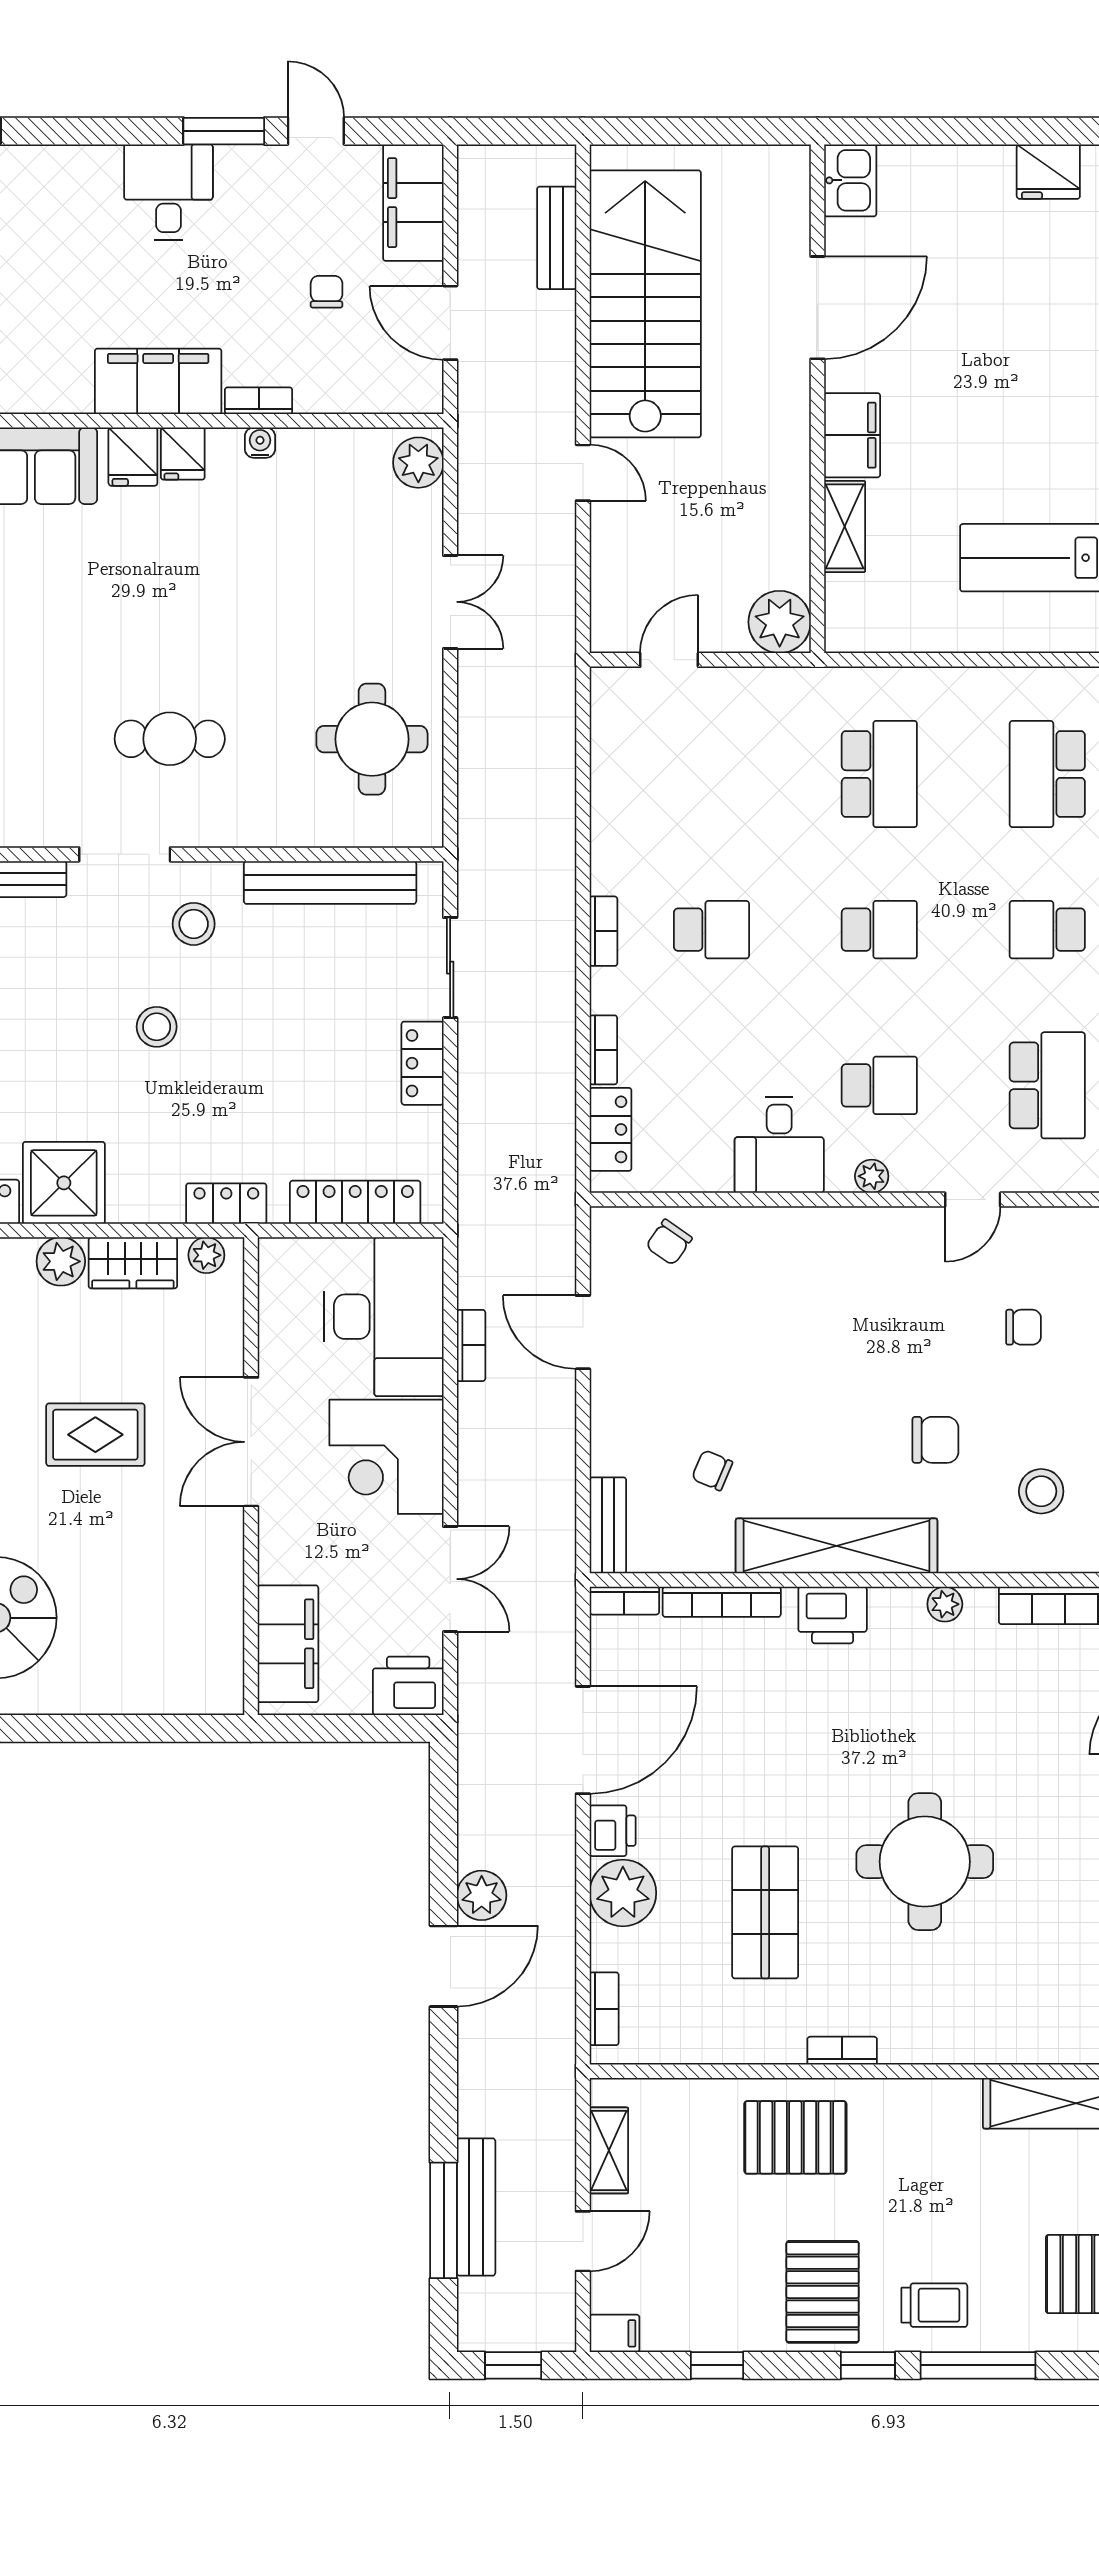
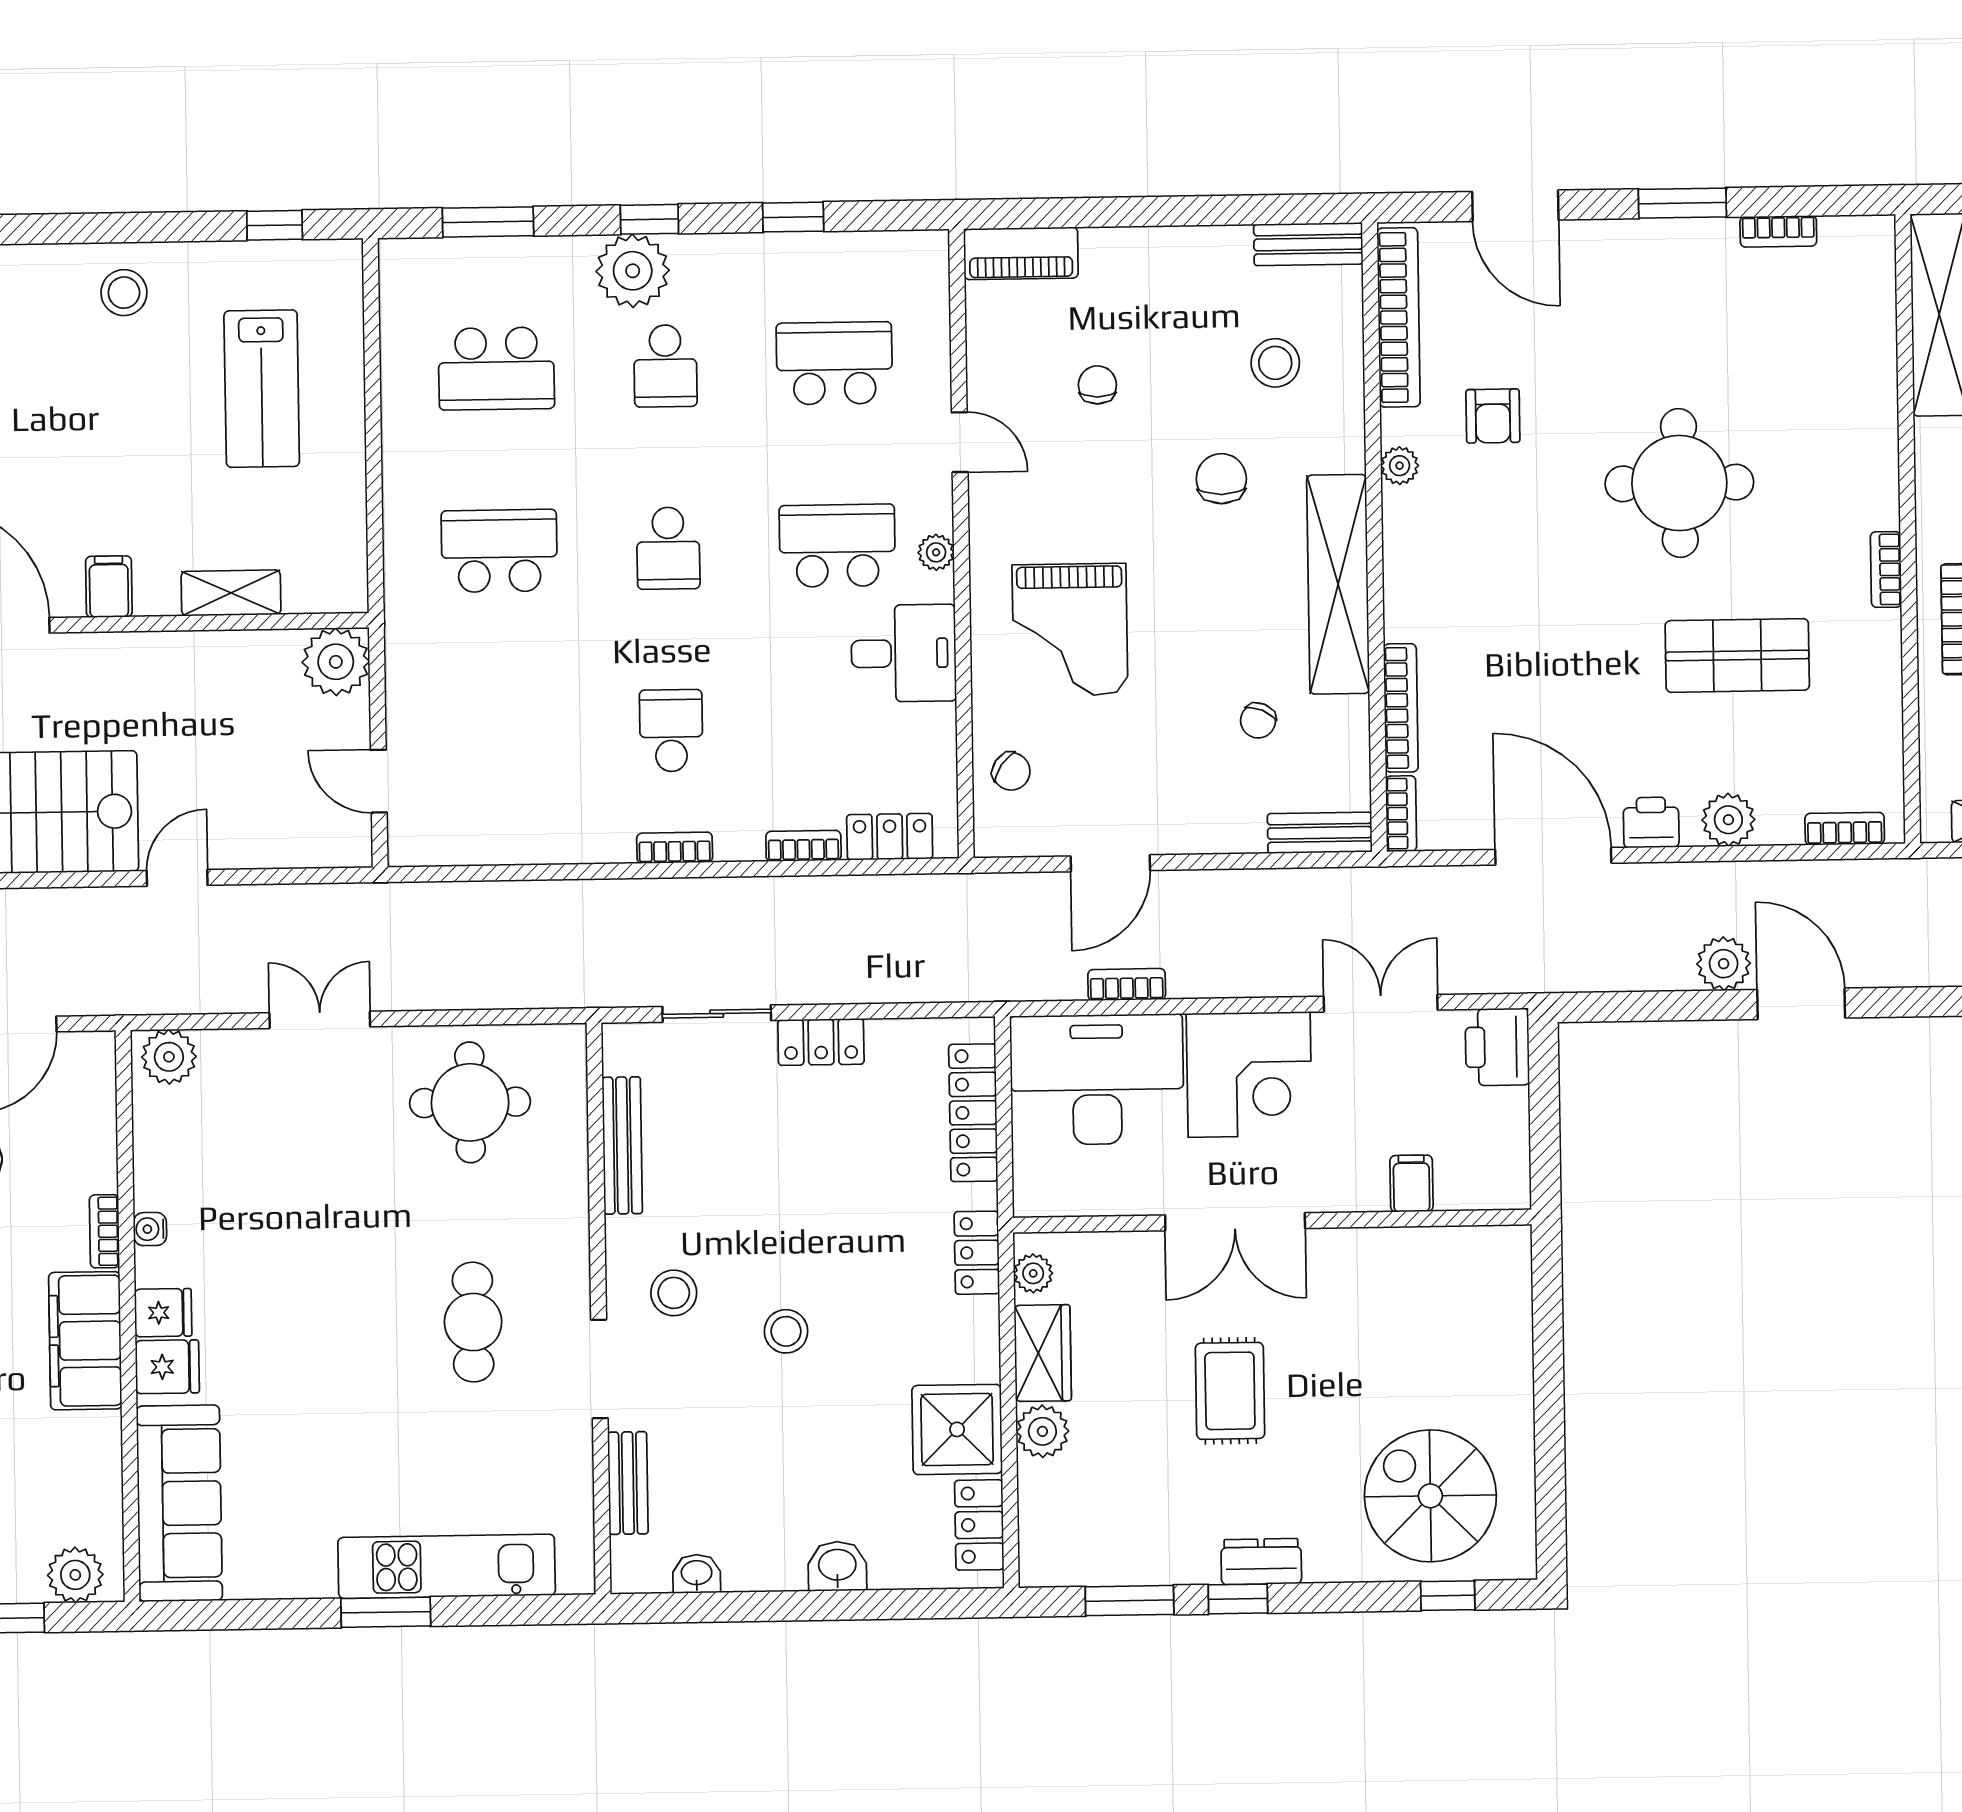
filing cabinet: (852, 435) -> (109, 587), width x0.50
bench: (330, 883) -> (622, 1145), width x0.73, depth x0.82
school desk: (879, 930) -> (668, 548), turned 180
school desk: (879, 1085) -> (837, 546), width x1.85
grand piano: (798, 1298) -> (1070, 630), added
printer: (833, 1615) -> (1413, 587), removed
filing cabinet: (288, 1644) -> (1411, 1184), width x0.33, depth x0.86
armchair: (989, 1691) -> (1493, 416), added
plant: (623, 1893) -> (1728, 820), width x0.73, depth x0.73

